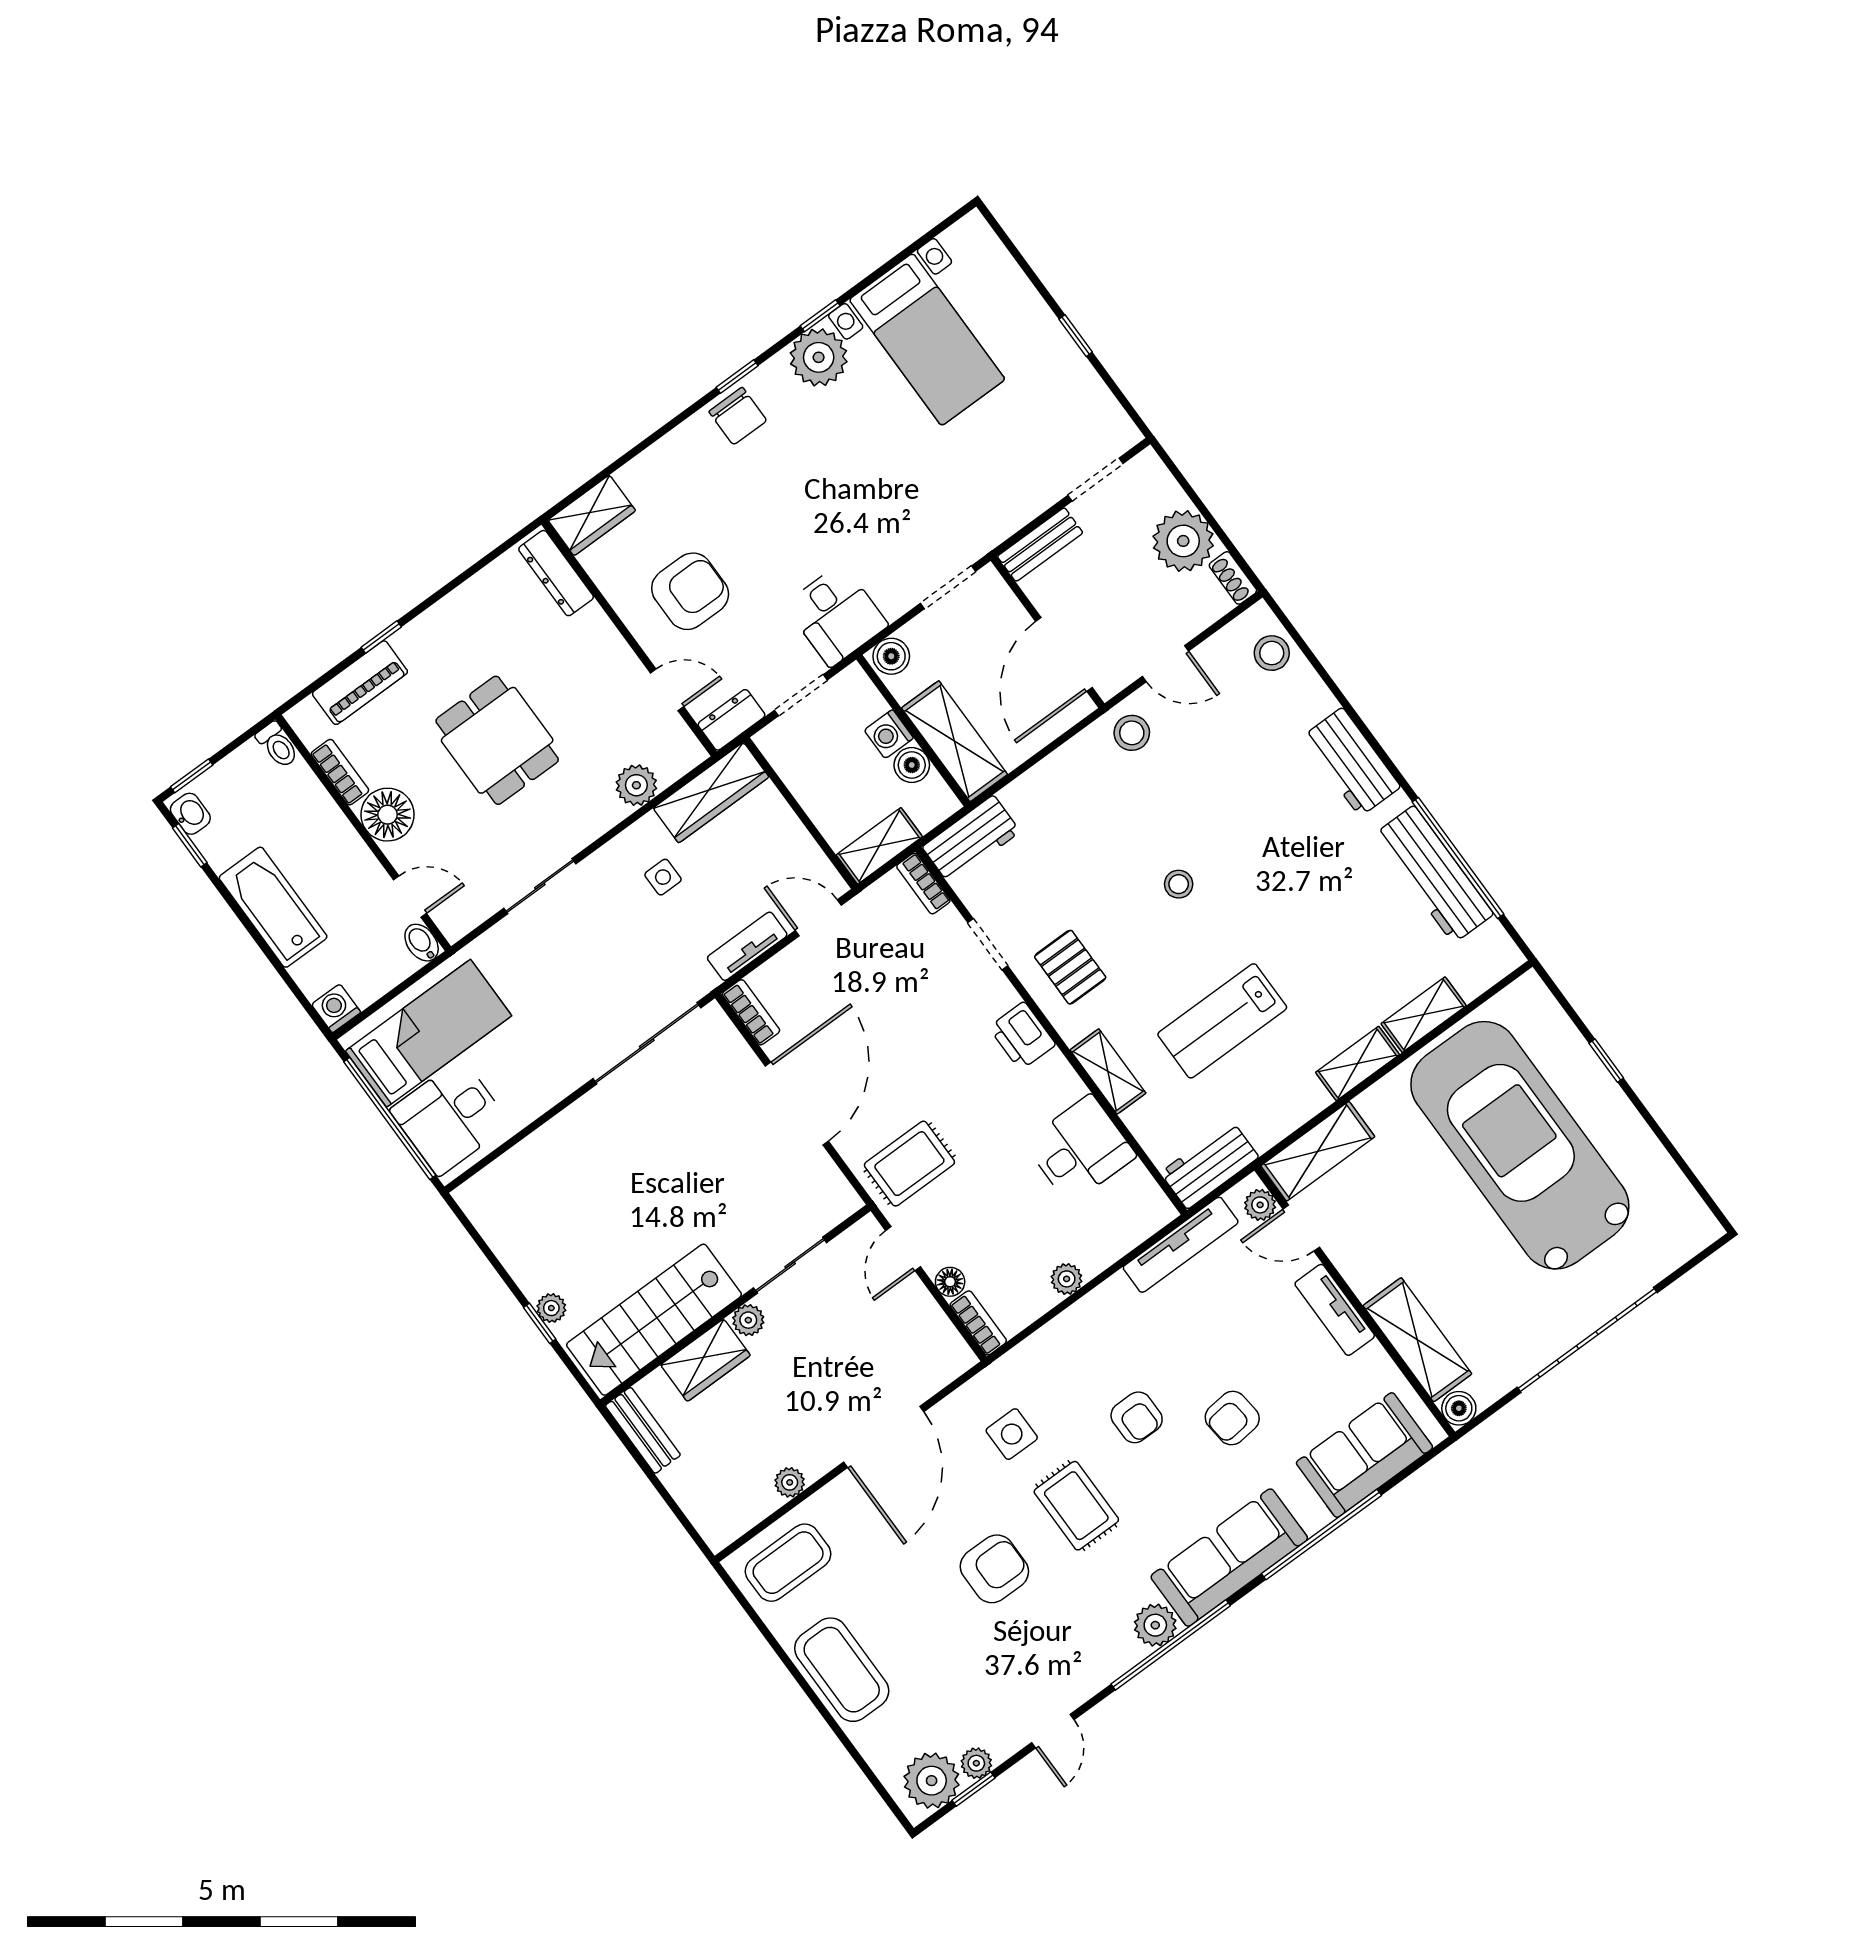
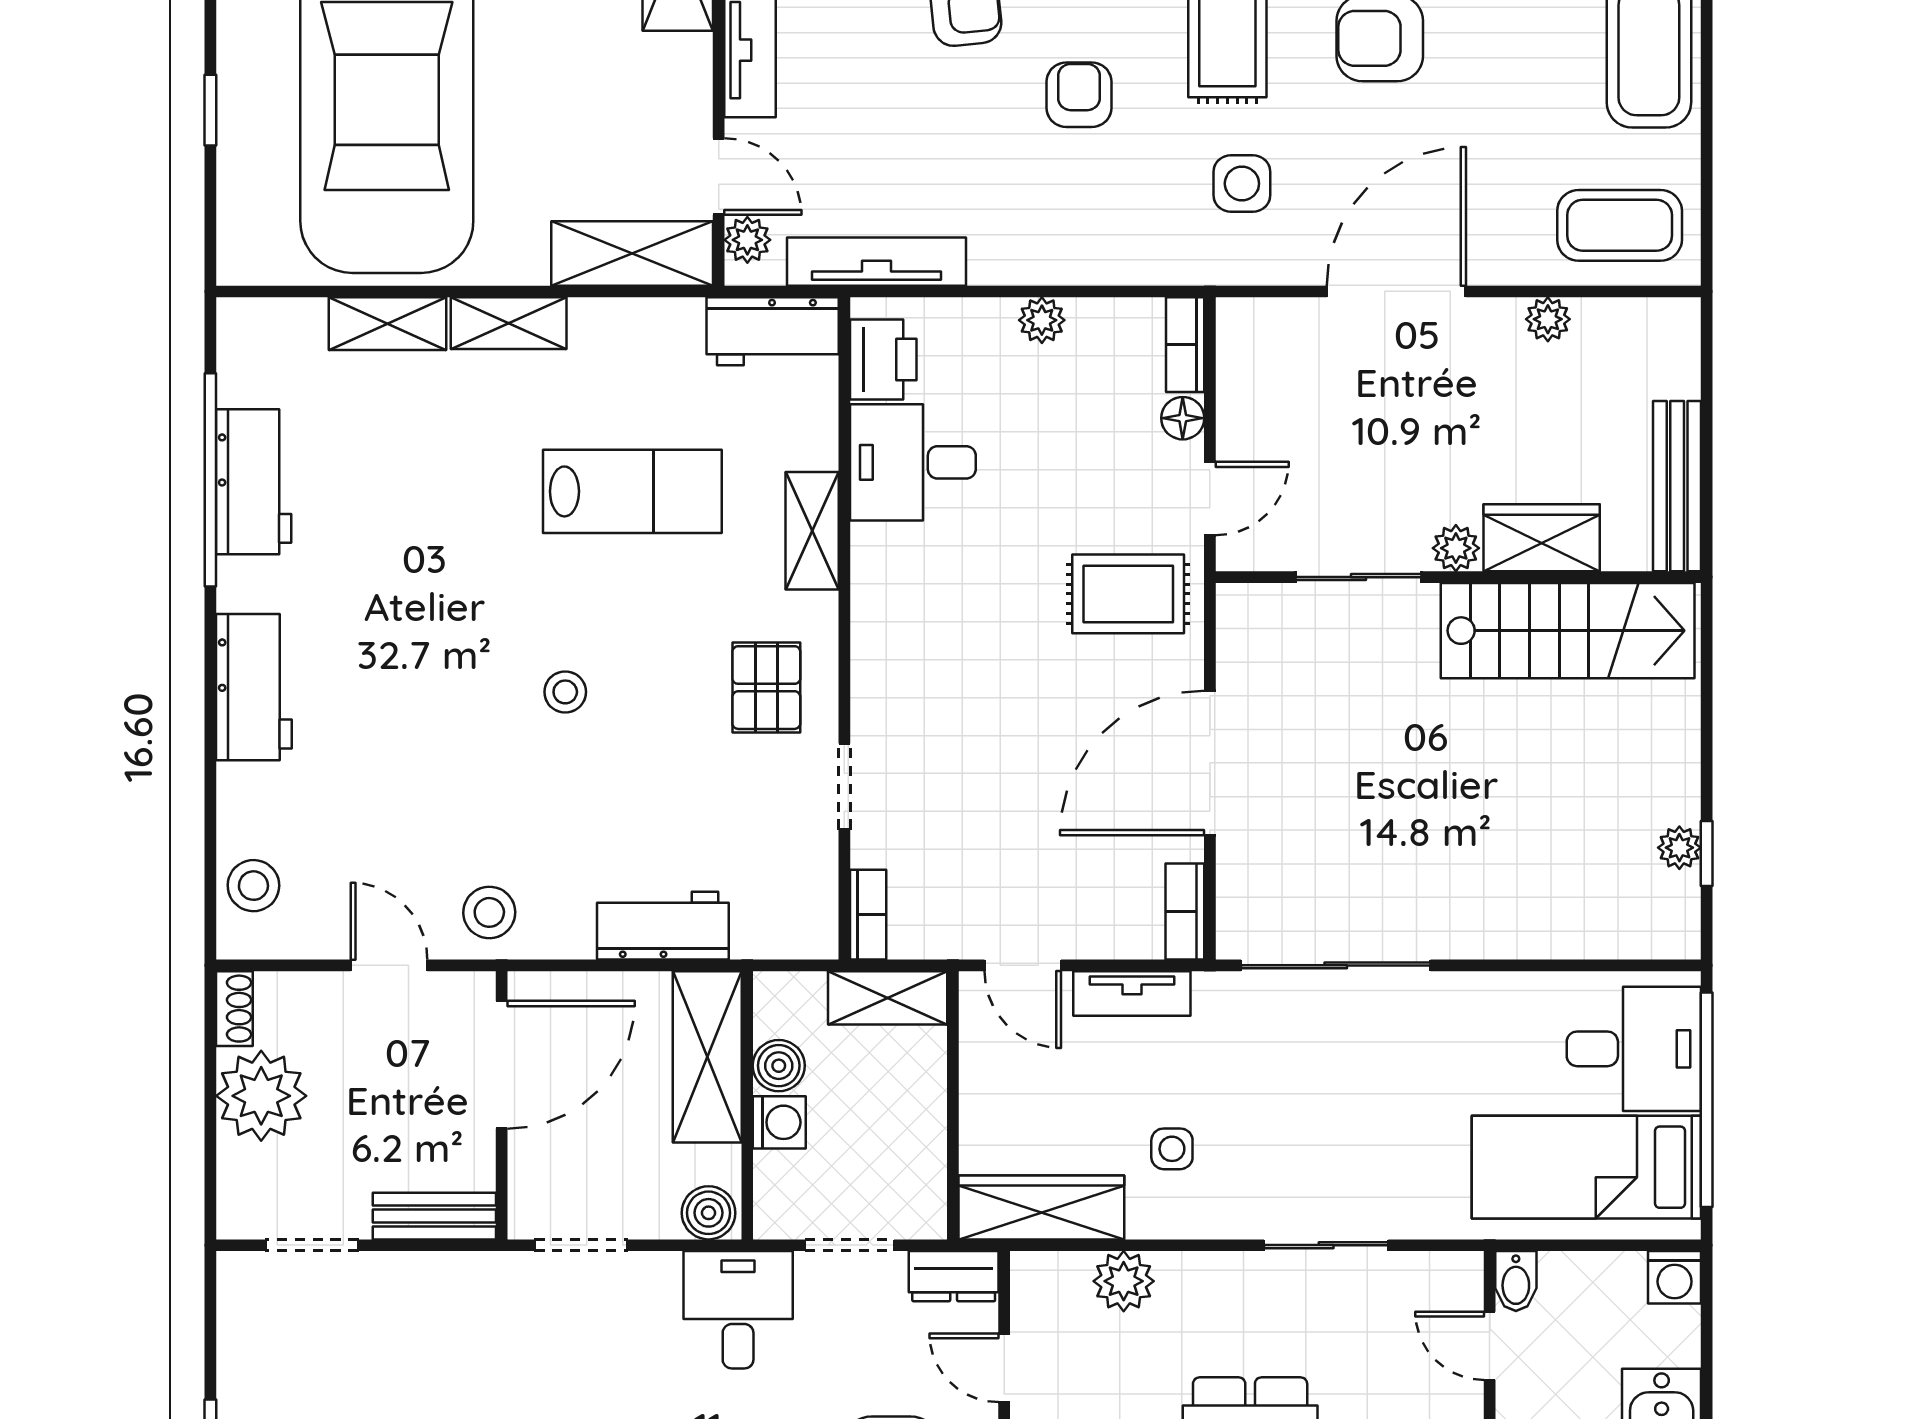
workbench: (971, 839) -> (663, 926), moved
workbench: (1434, 874) -> (254, 482), width x0.73
printer: (1022, 1036) -> (883, 359), moved
plant: (551, 1308) -> (1679, 848), moved
window: (540, 1323) -> (1707, 853), moved
bench: (643, 1430) -> (1677, 486), width x1.36

